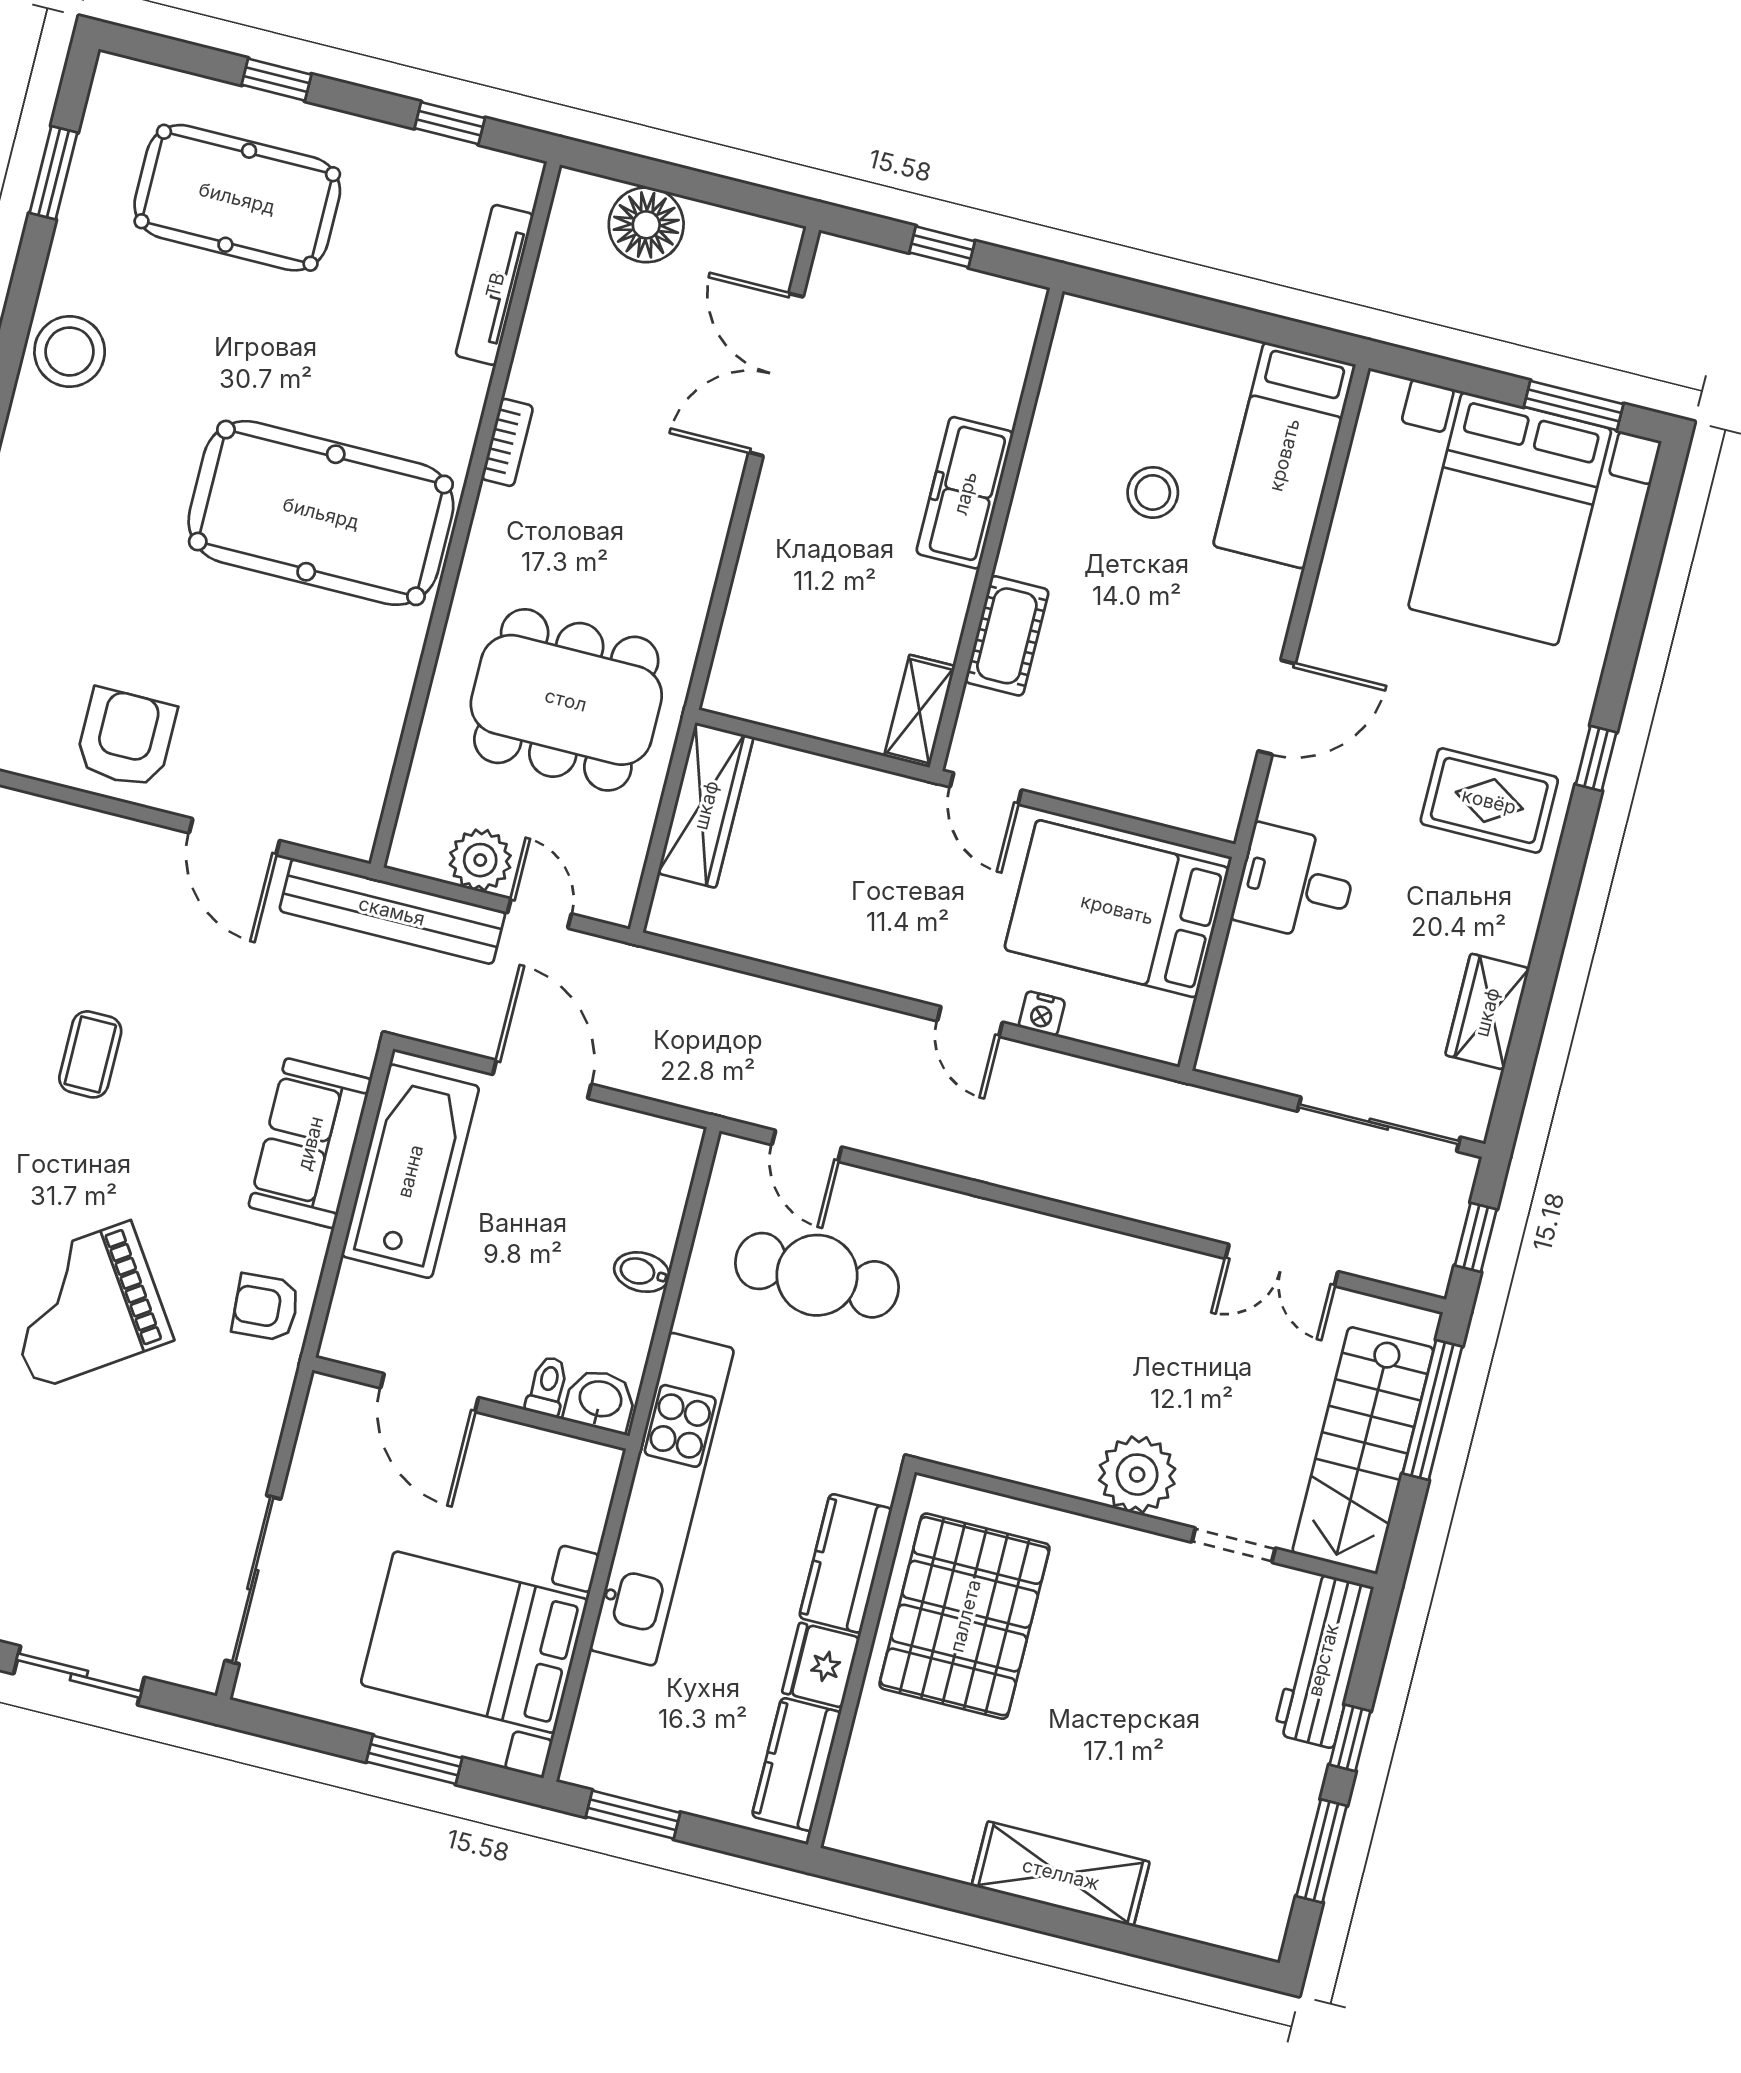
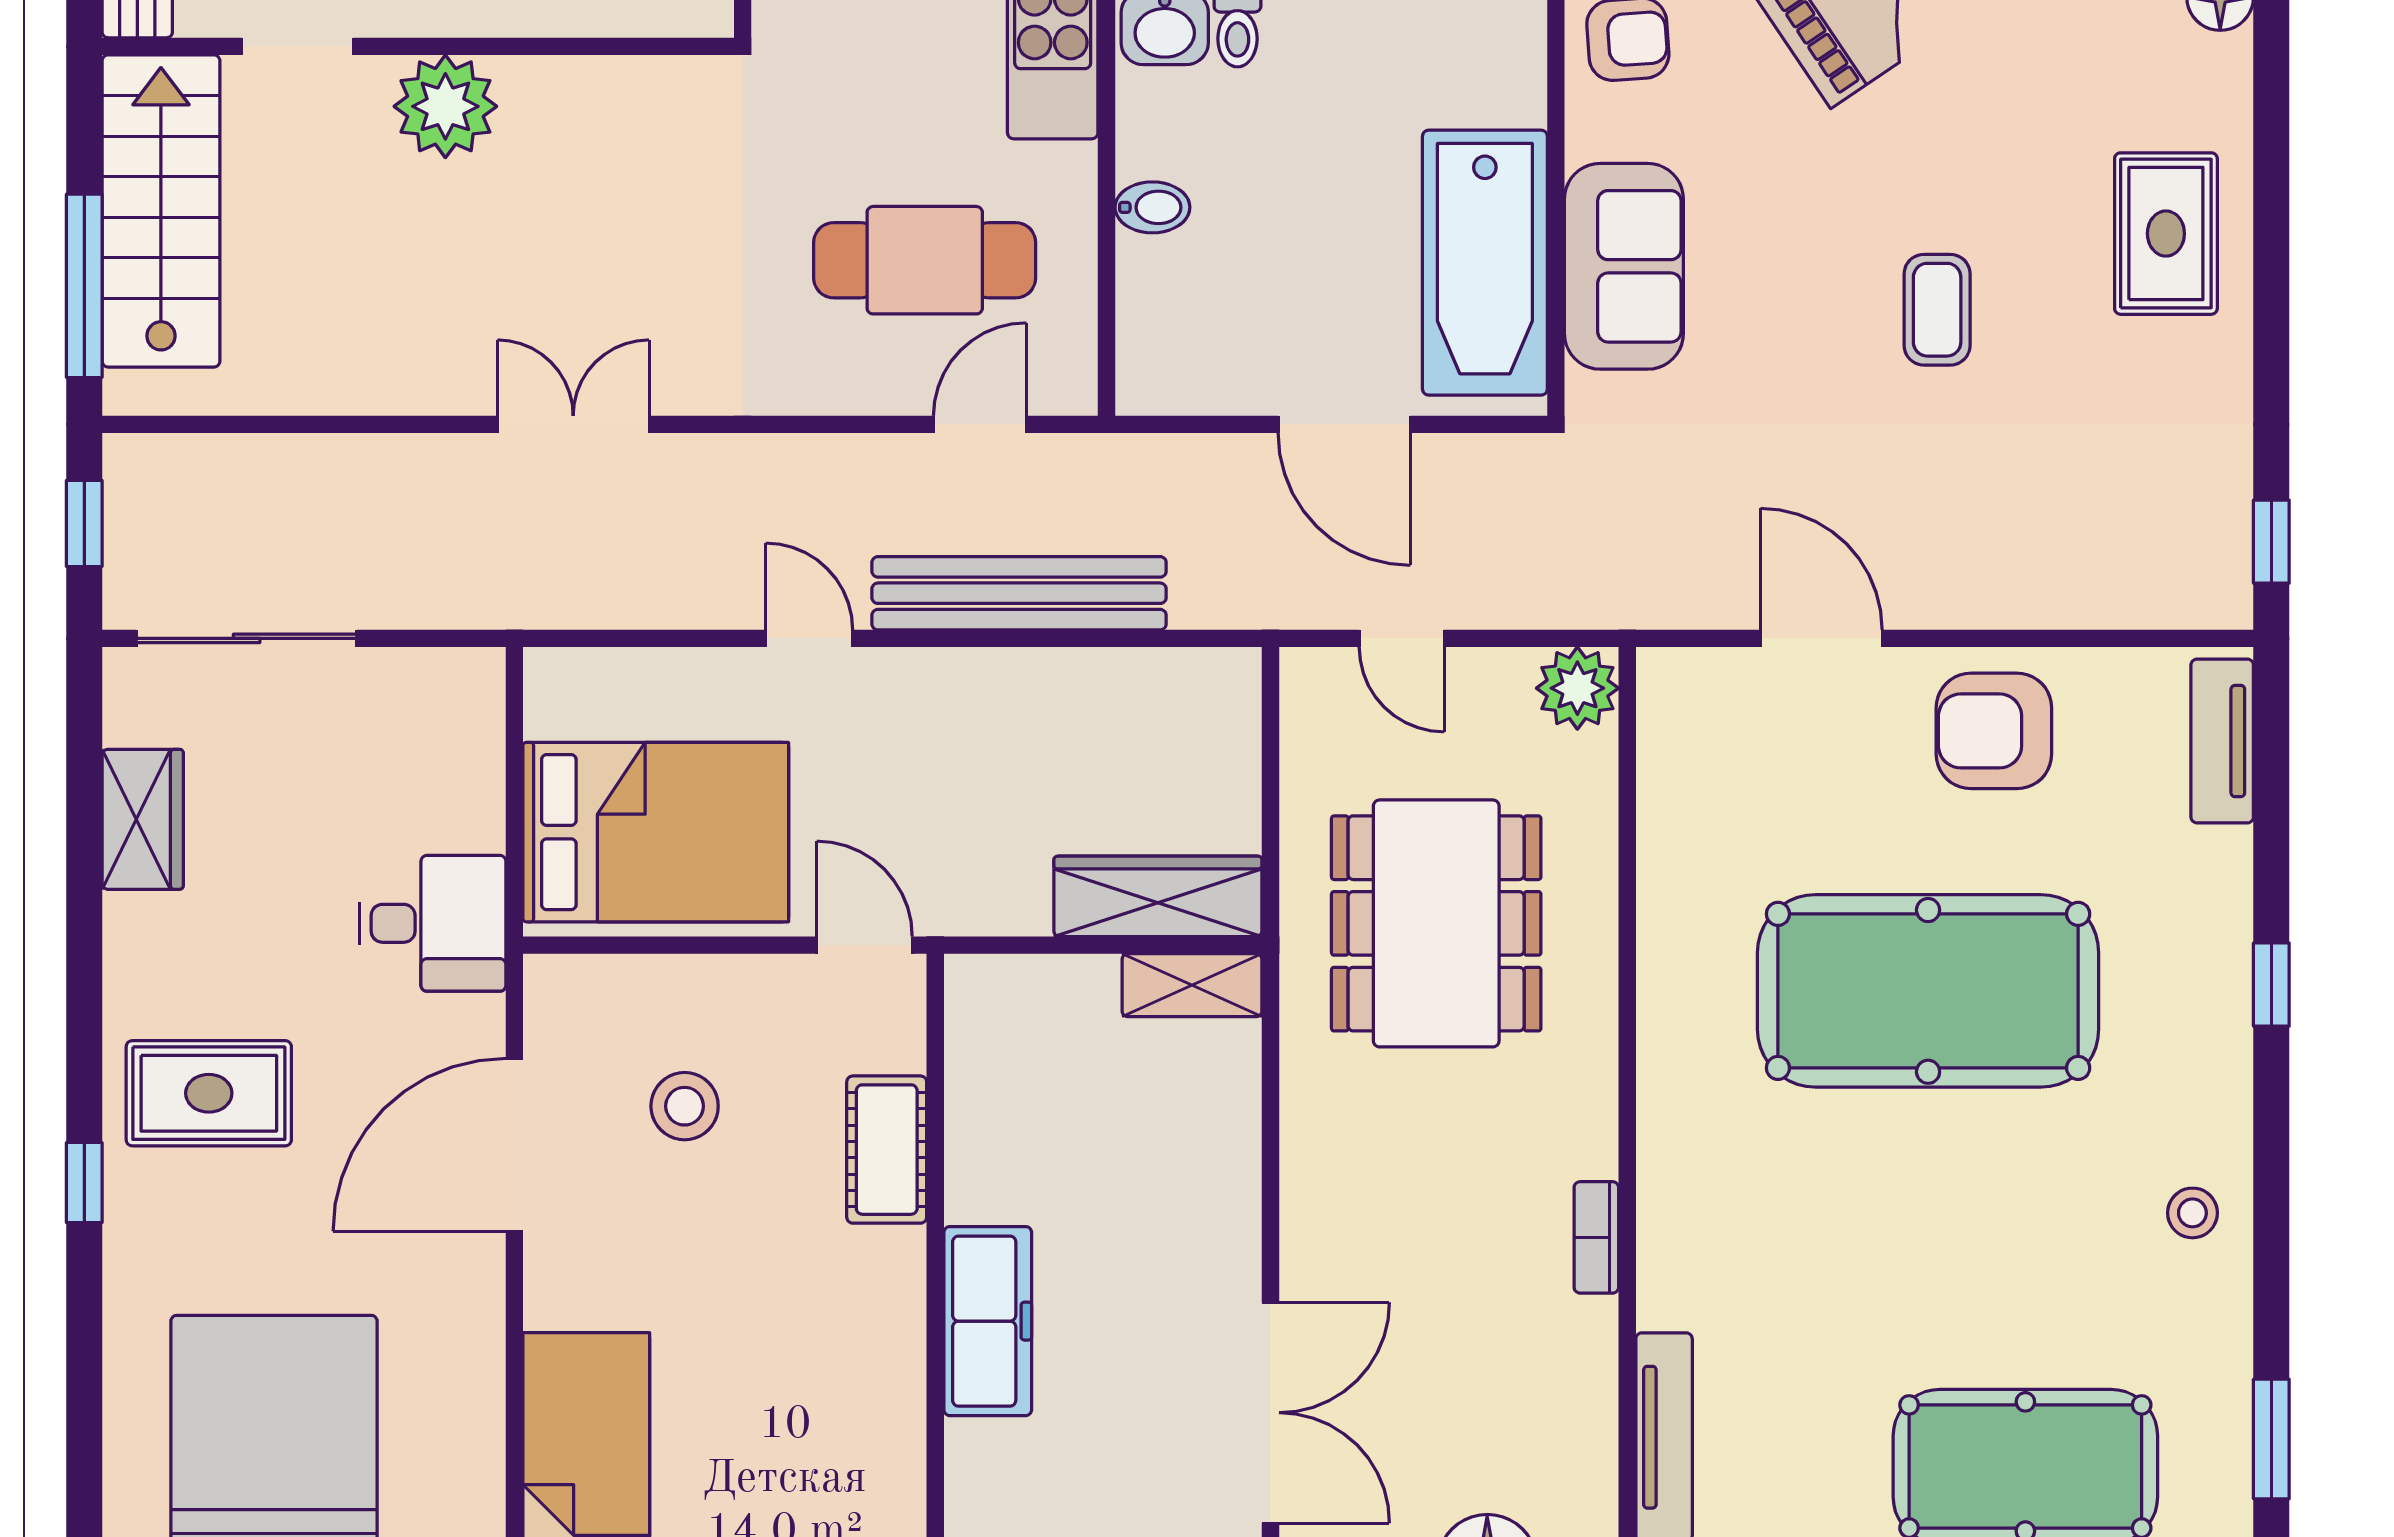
stool: (70, 351) -> (2192, 1213), width x0.53, depth x0.53
stool: (1153, 492) -> (685, 1106), moved
pool table: (321, 513) -> (1928, 991), moved
dining table: (566, 700) -> (1436, 923), turned 90
door: (1277, 707) -> (514, 1145), width x1.36
shelving: (920, 711) -> (1192, 985), moved, turned 90
armchair: (126, 738) -> (1994, 731), turned 90
wardrobe: (706, 805) -> (1158, 896), moved, turned 90
plant: (480, 860) -> (1577, 688), moved
bench: (392, 911) -> (1019, 593), moved
nightstand: (1042, 1014) -> (719, 672), removed
door: (807, 1146) -> (980, 424), hinge flipped
double door: (1282, 1265) -> (573, 424), moved

